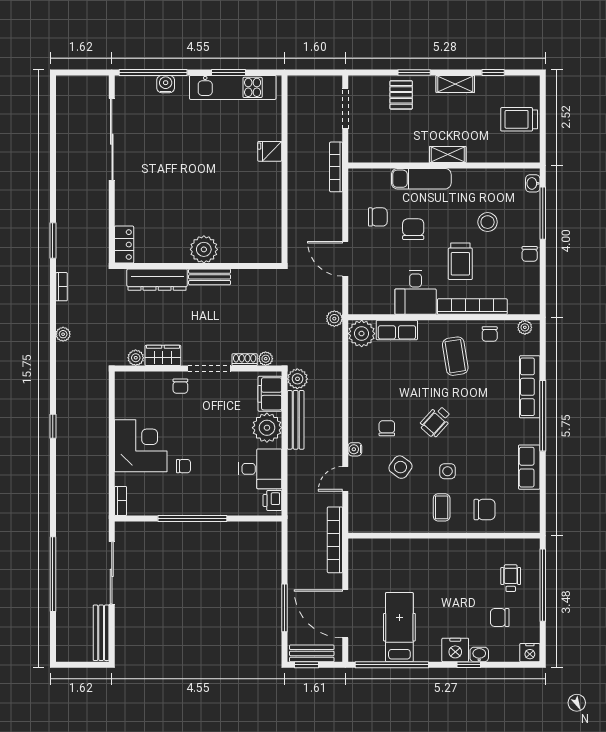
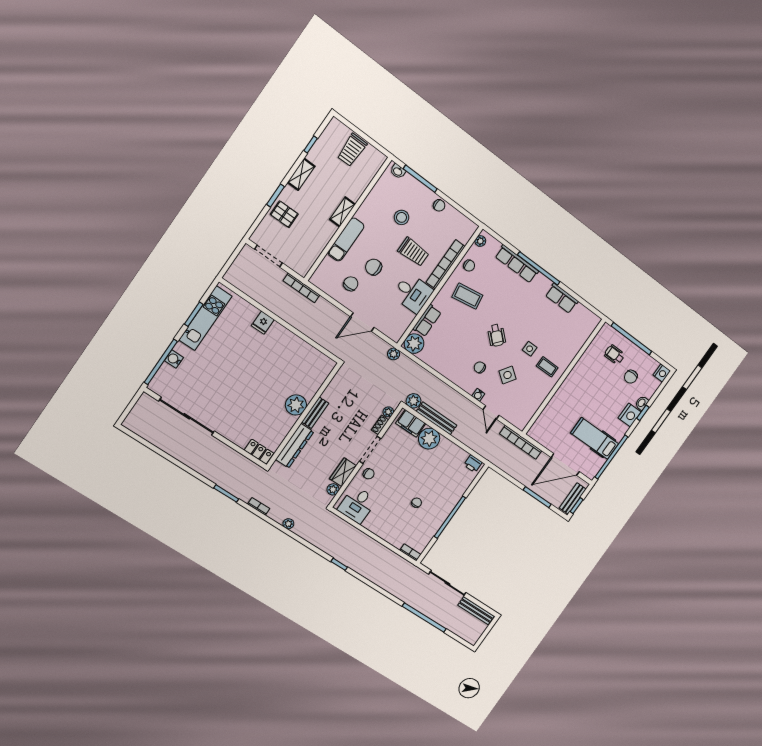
corner desk: (141, 446) -> (387, 520), removed
desk: (260, 469) -> (357, 505), moved, turned 180
chair: (485, 510) -> (566, 342), removed

